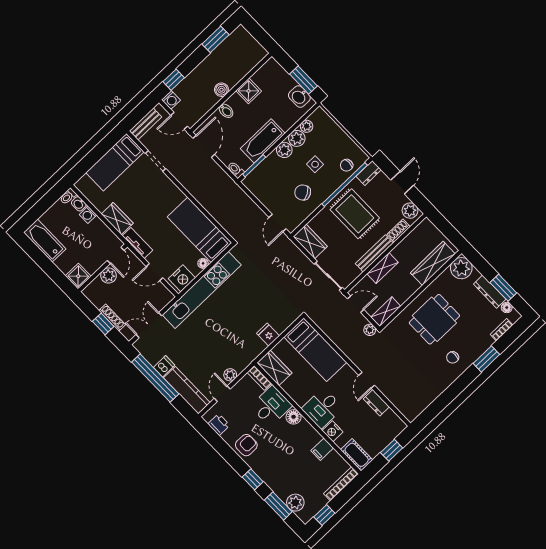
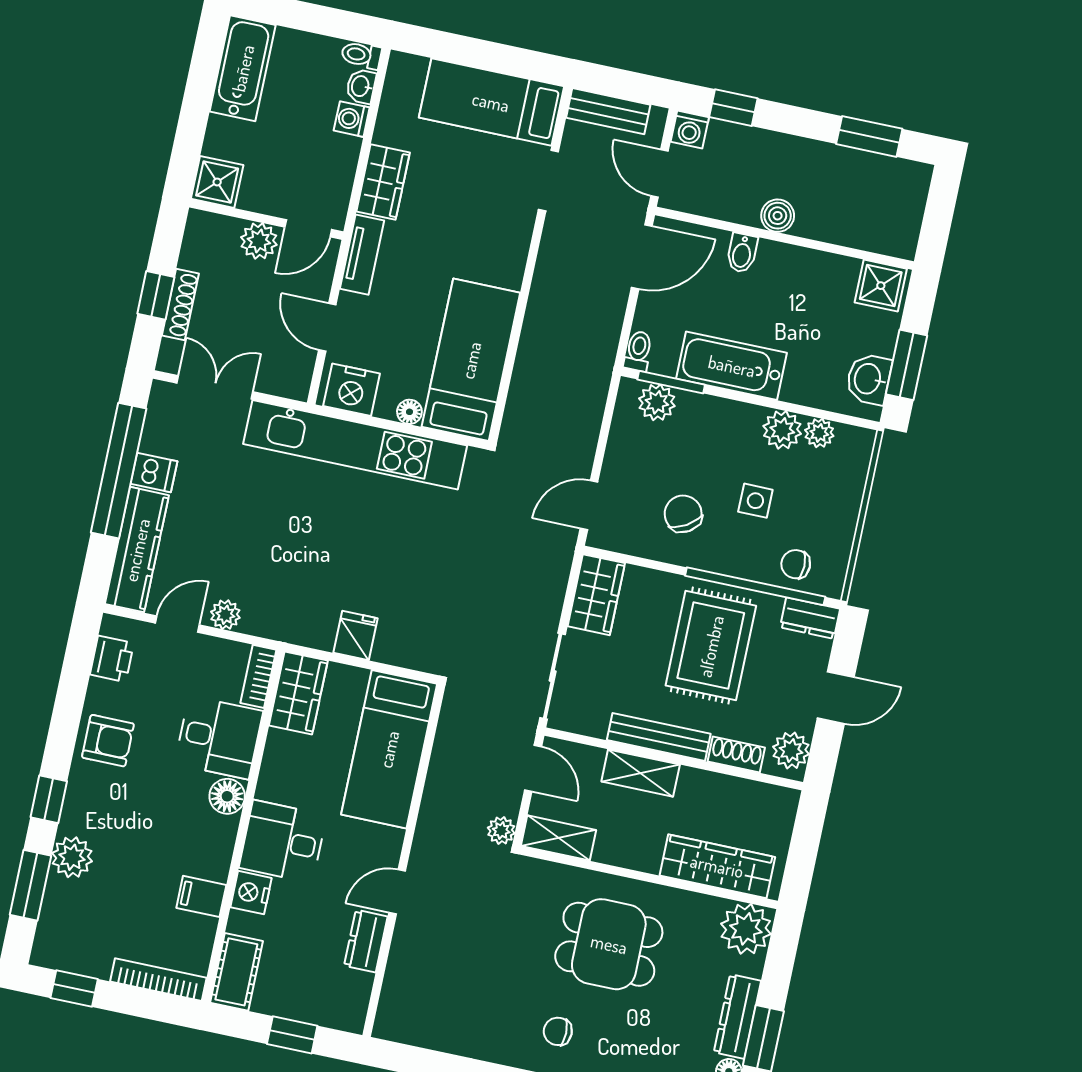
shower: (249, 91) -> (881, 286), moved
plant: (284, 150) -> (657, 402), moved
plant: (295, 503) -> (72, 857), moved

